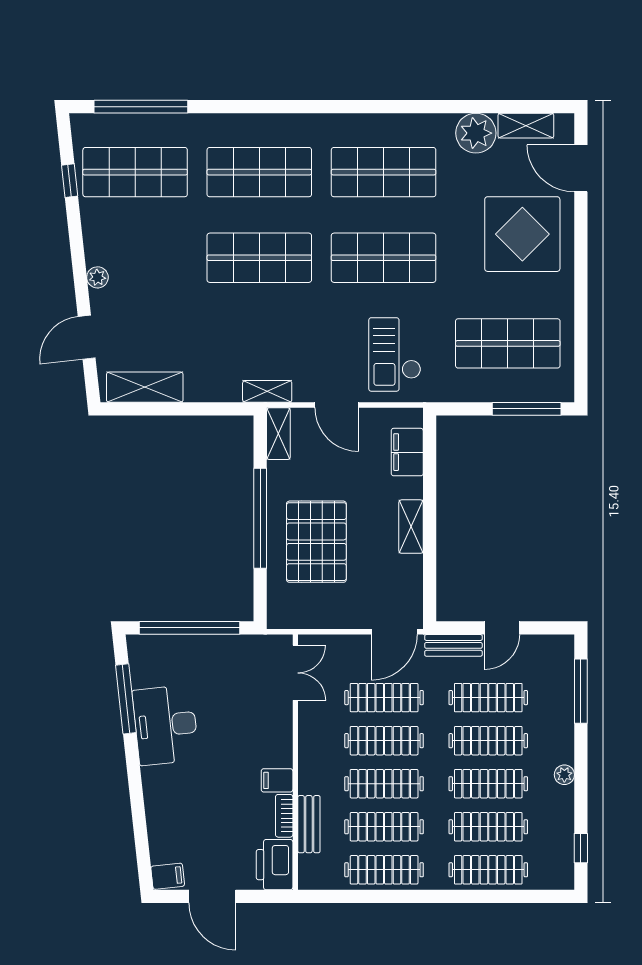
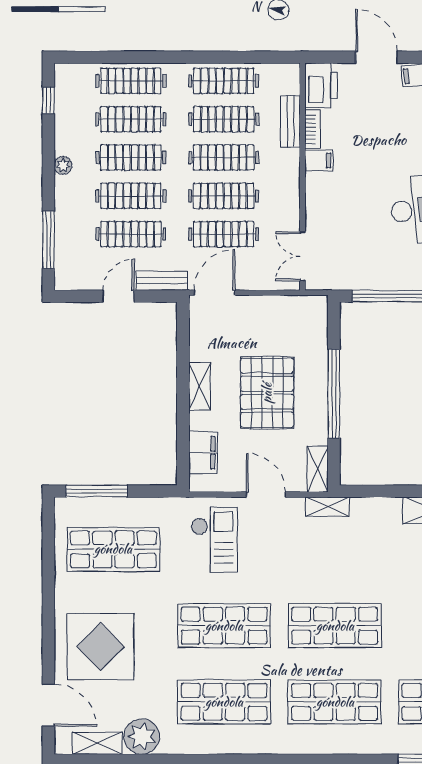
pallet: (316, 542) -> (267, 393), moved

